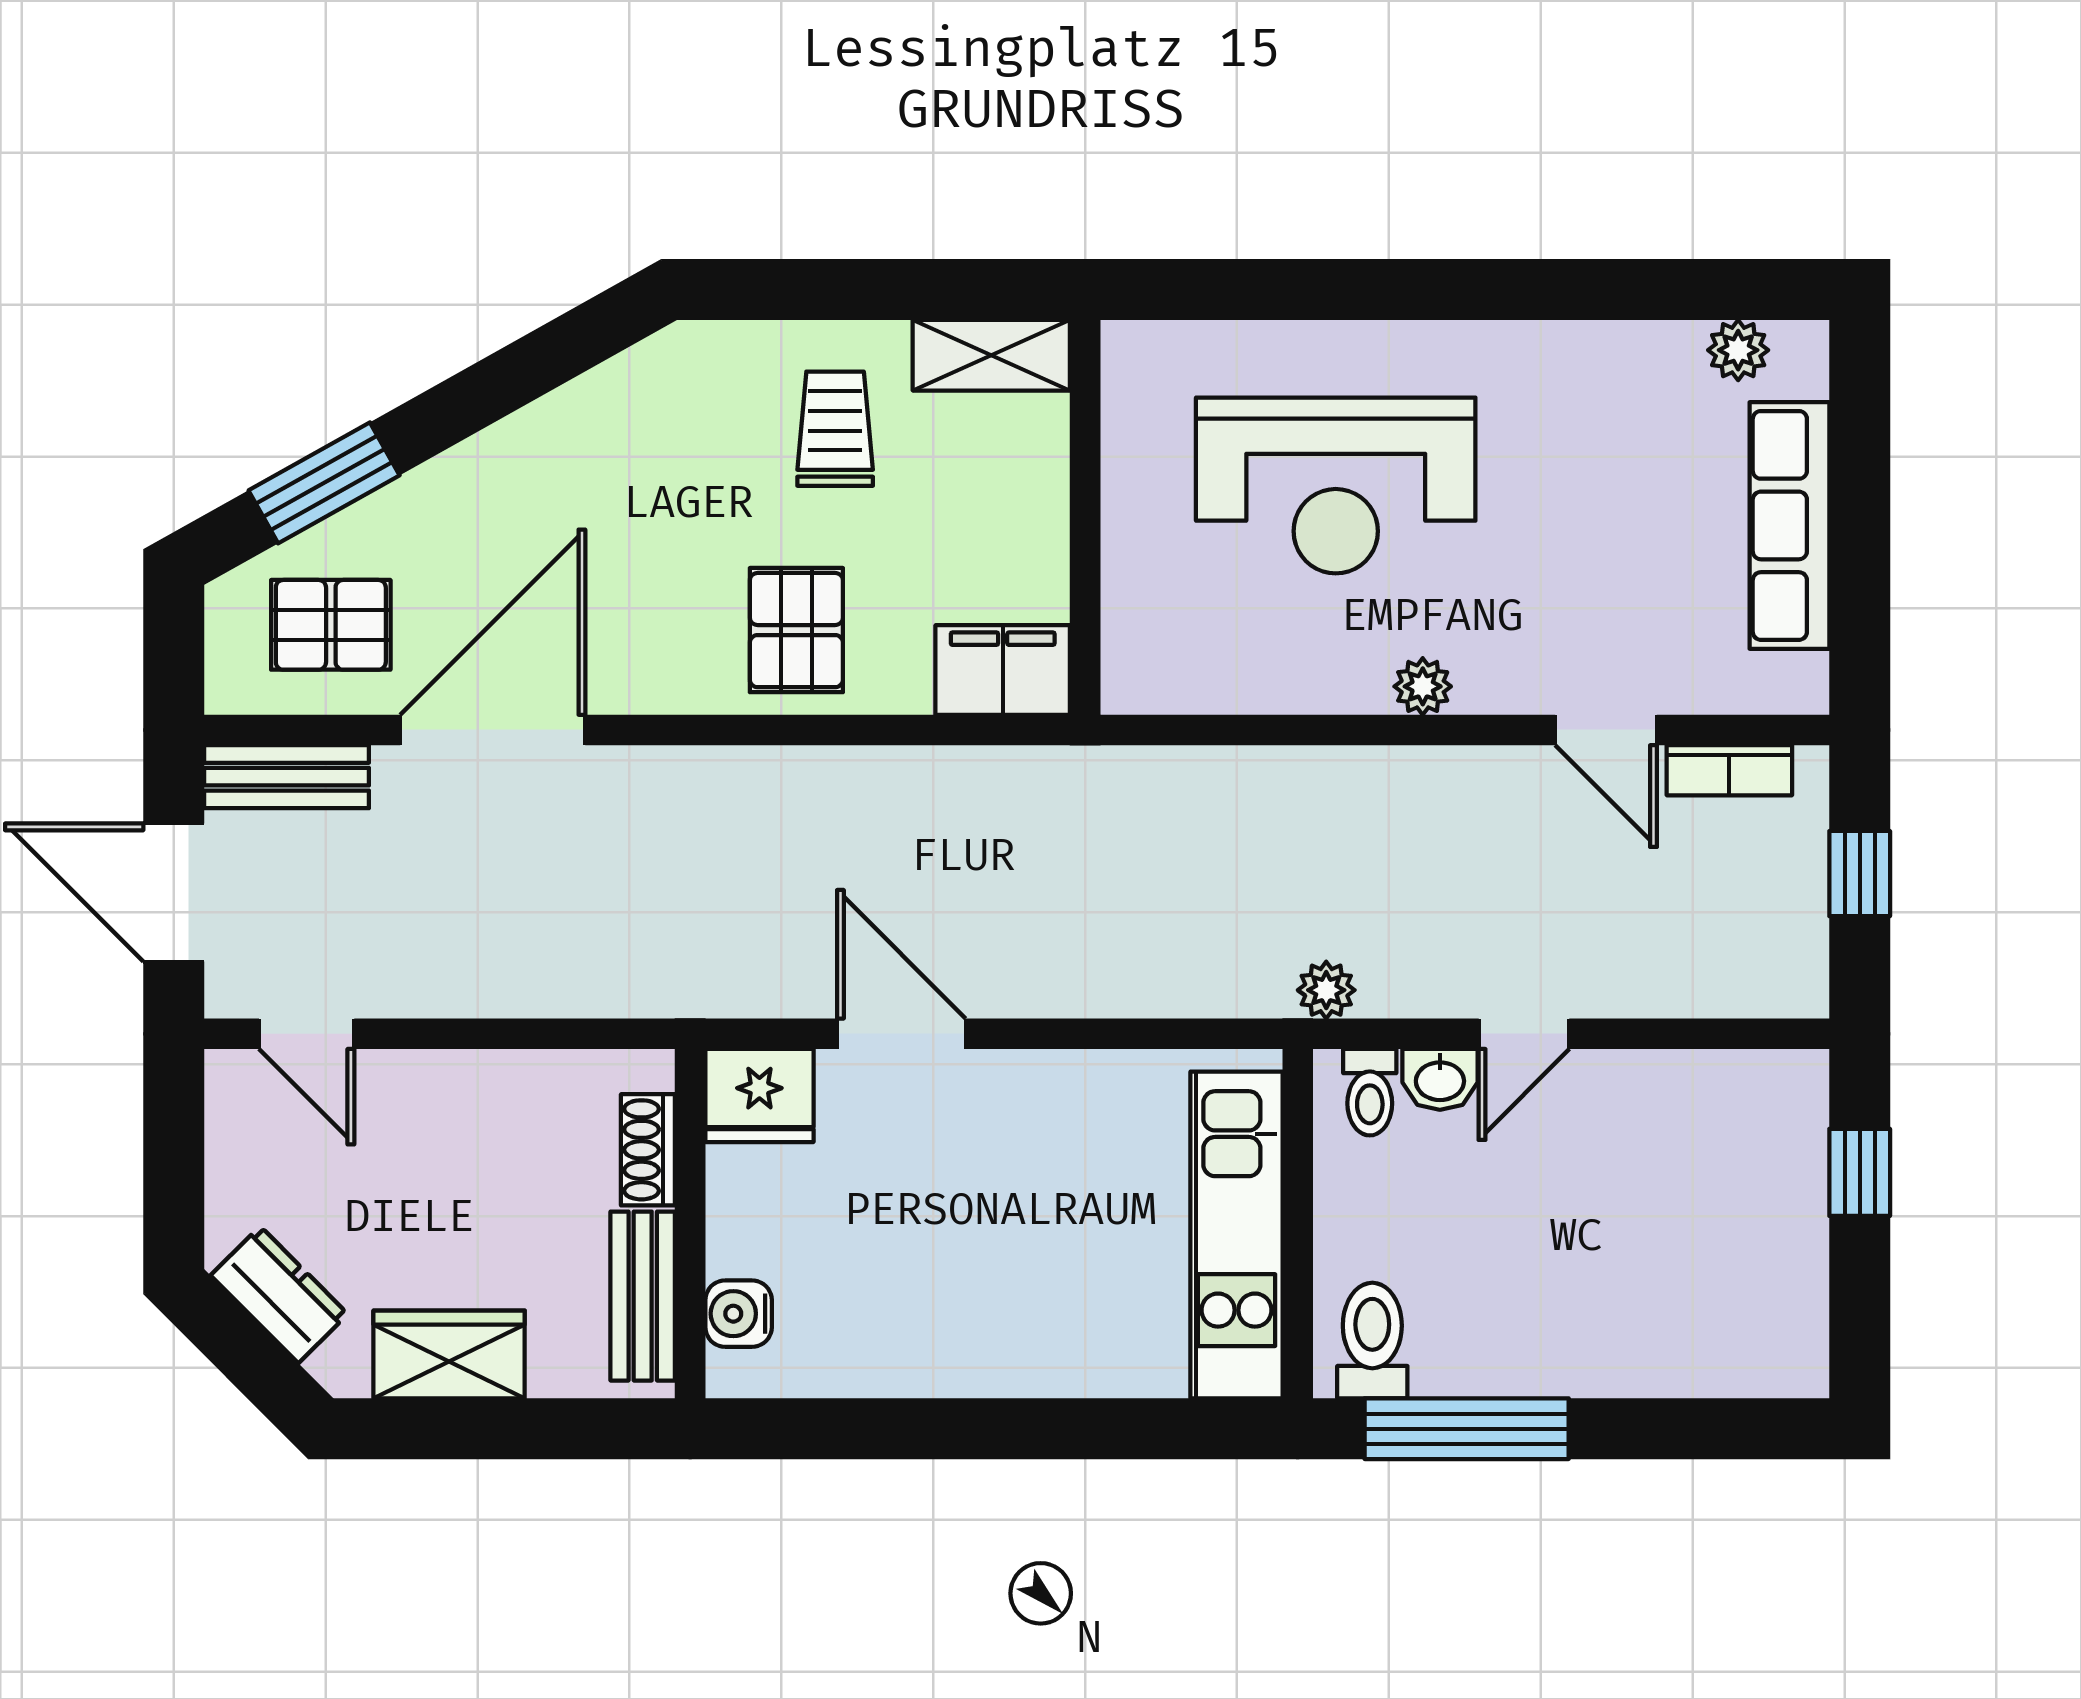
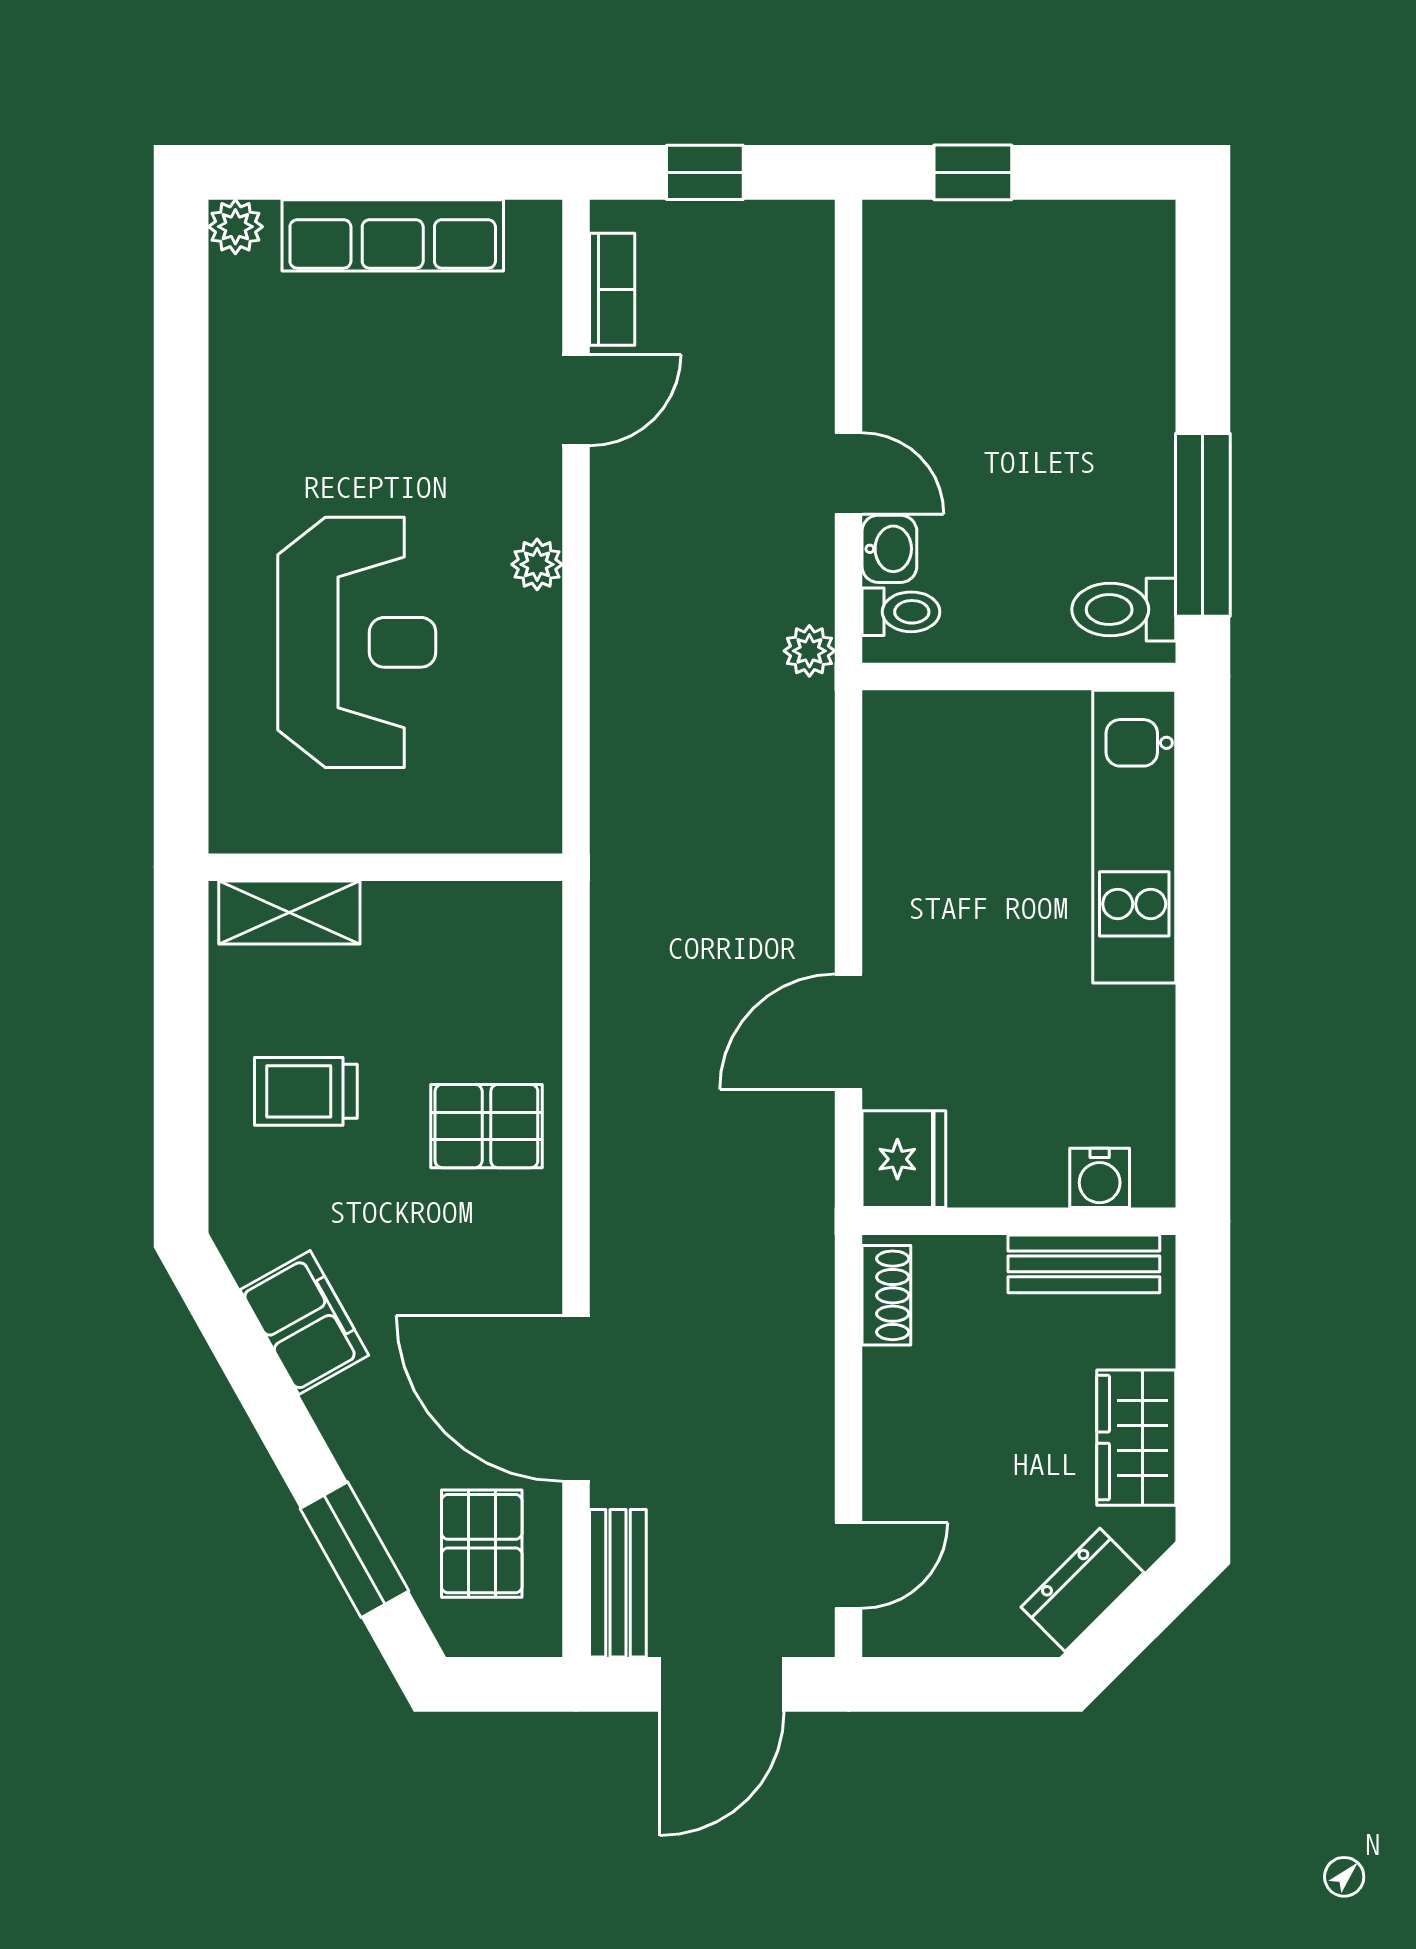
plant: (1738, 350) -> (235, 227), moved
shelving: (991, 355) -> (289, 912), moved, turned 90
filing cabinet: (1003, 670) -> (304, 1322), moved, turned 151
shoe rack: (648, 1150) -> (886, 1295), moved, turned -90
kitchen unit: (1236, 1235) -> (1134, 837), moved, turned 90

